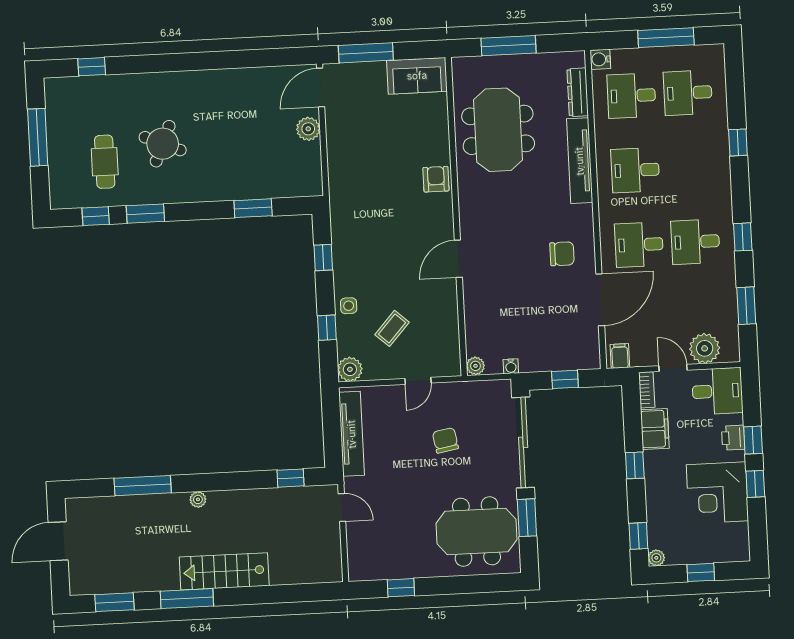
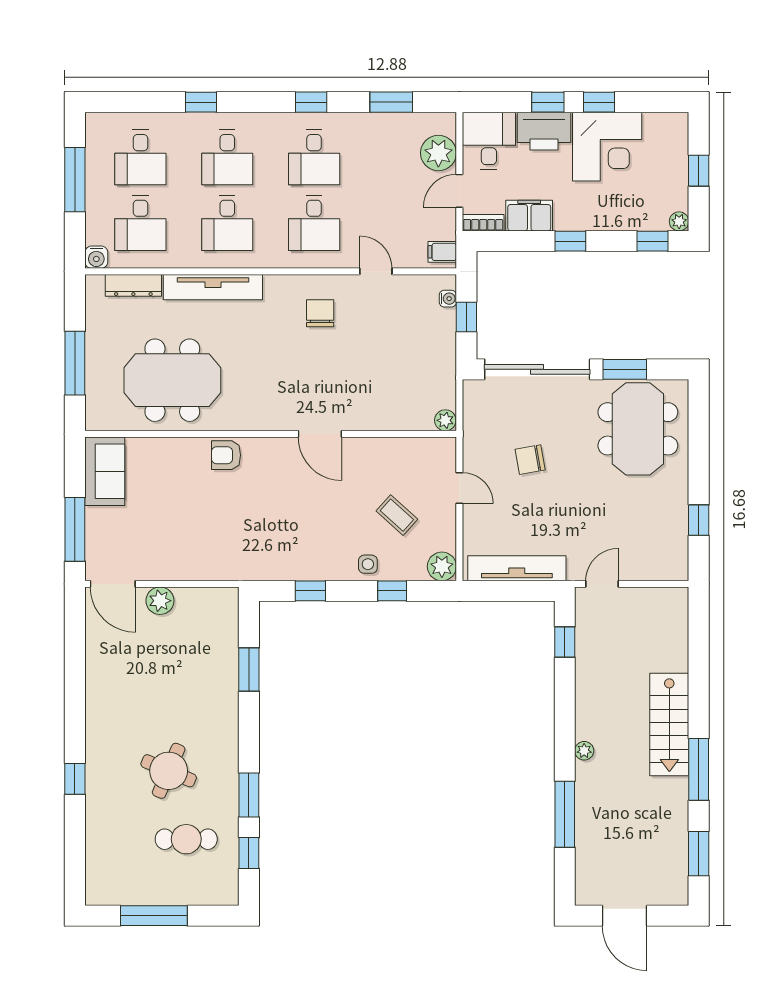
window: (92, 67) -> (75, 779), moved
desk: (692, 167) -> (227, 157), added
door: (600, 300) -> (376, 271), width x0.53
water cooler: (511, 366) -> (448, 299), moved
printer: (733, 438) -> (544, 131), width x1.87, depth x1.48

